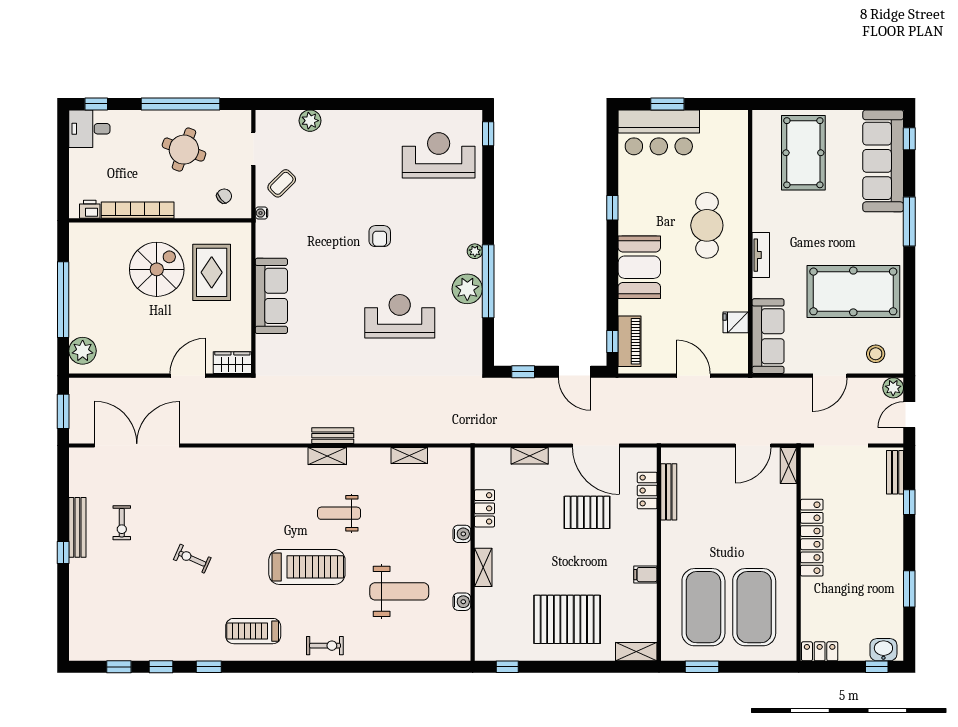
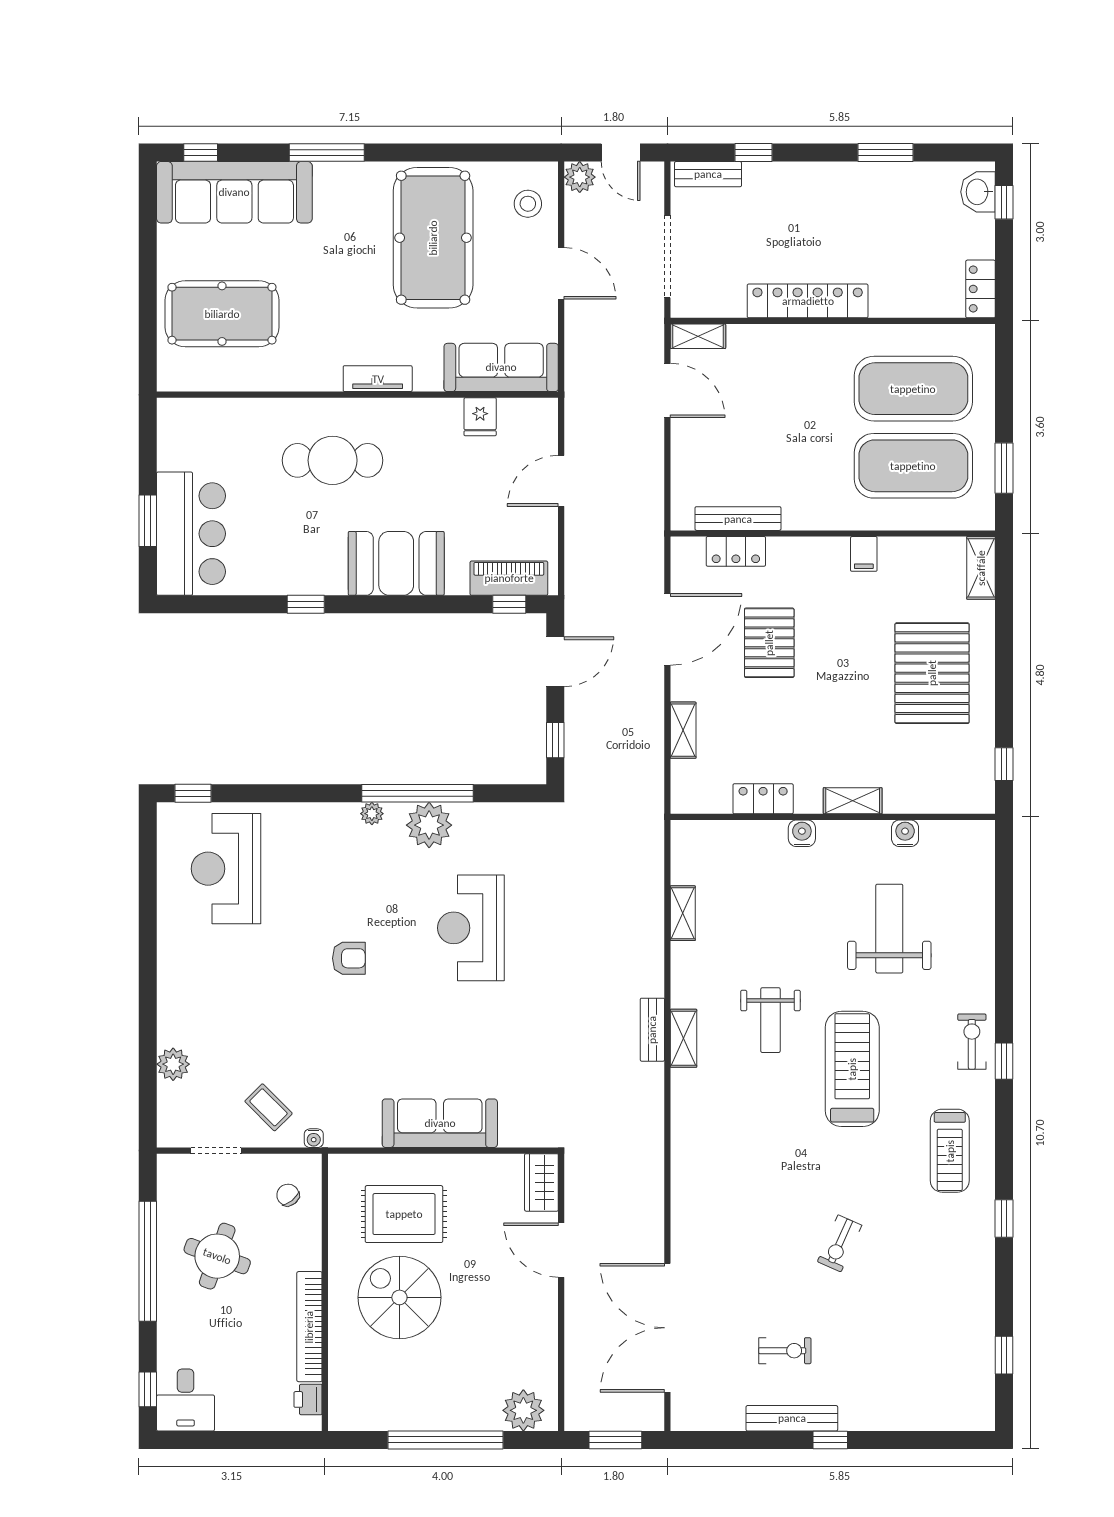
window: (161, 667) -> (1004, 1061), moved

